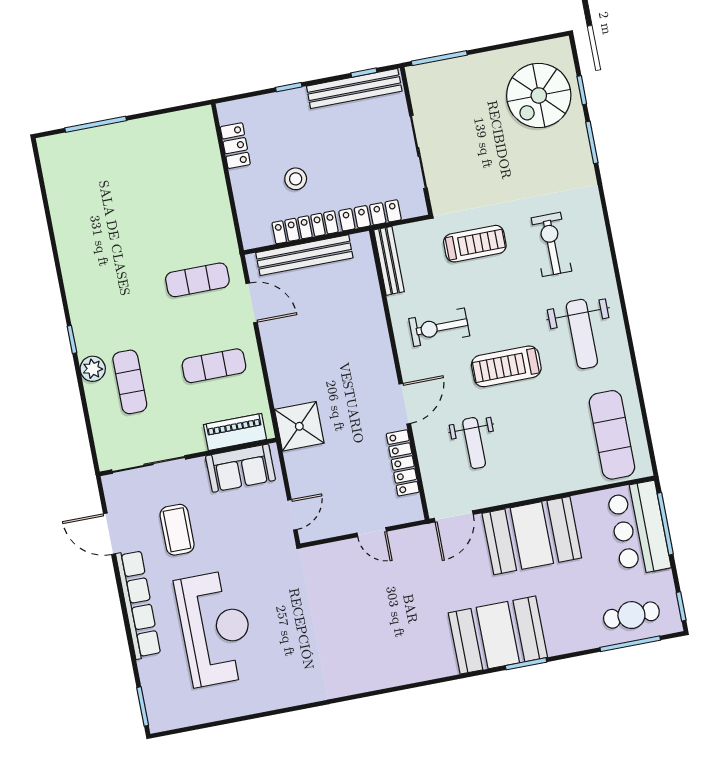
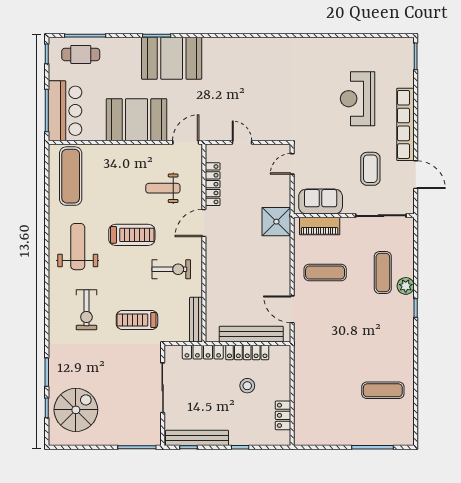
exercise mat: (197, 280) -> (383, 390), moved
weight bench: (474, 443) -> (163, 188), turned -90
reception desk: (215, 628) -> (358, 99), width x0.74, depth x0.77

